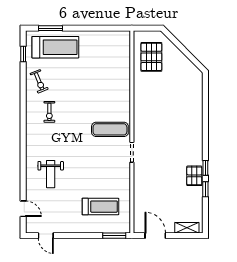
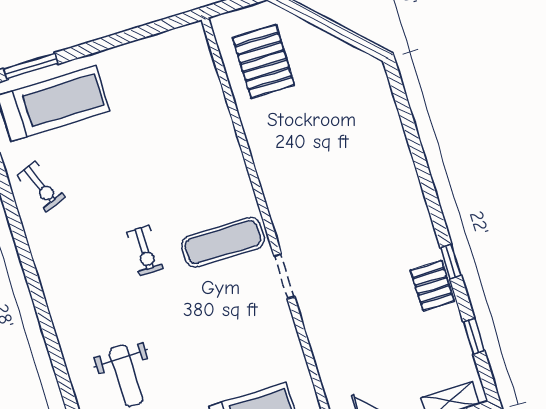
exercise bike: (49, 112) -> (145, 251), moved
window: (205, 189) -> (474, 336), moved

